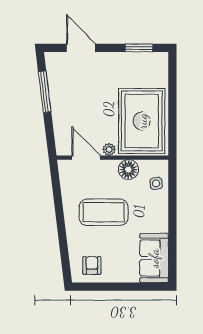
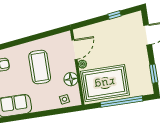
window: (45, 92) -> (114, 15), width x0.46
window: (172, 101) -> (122, 102), added

